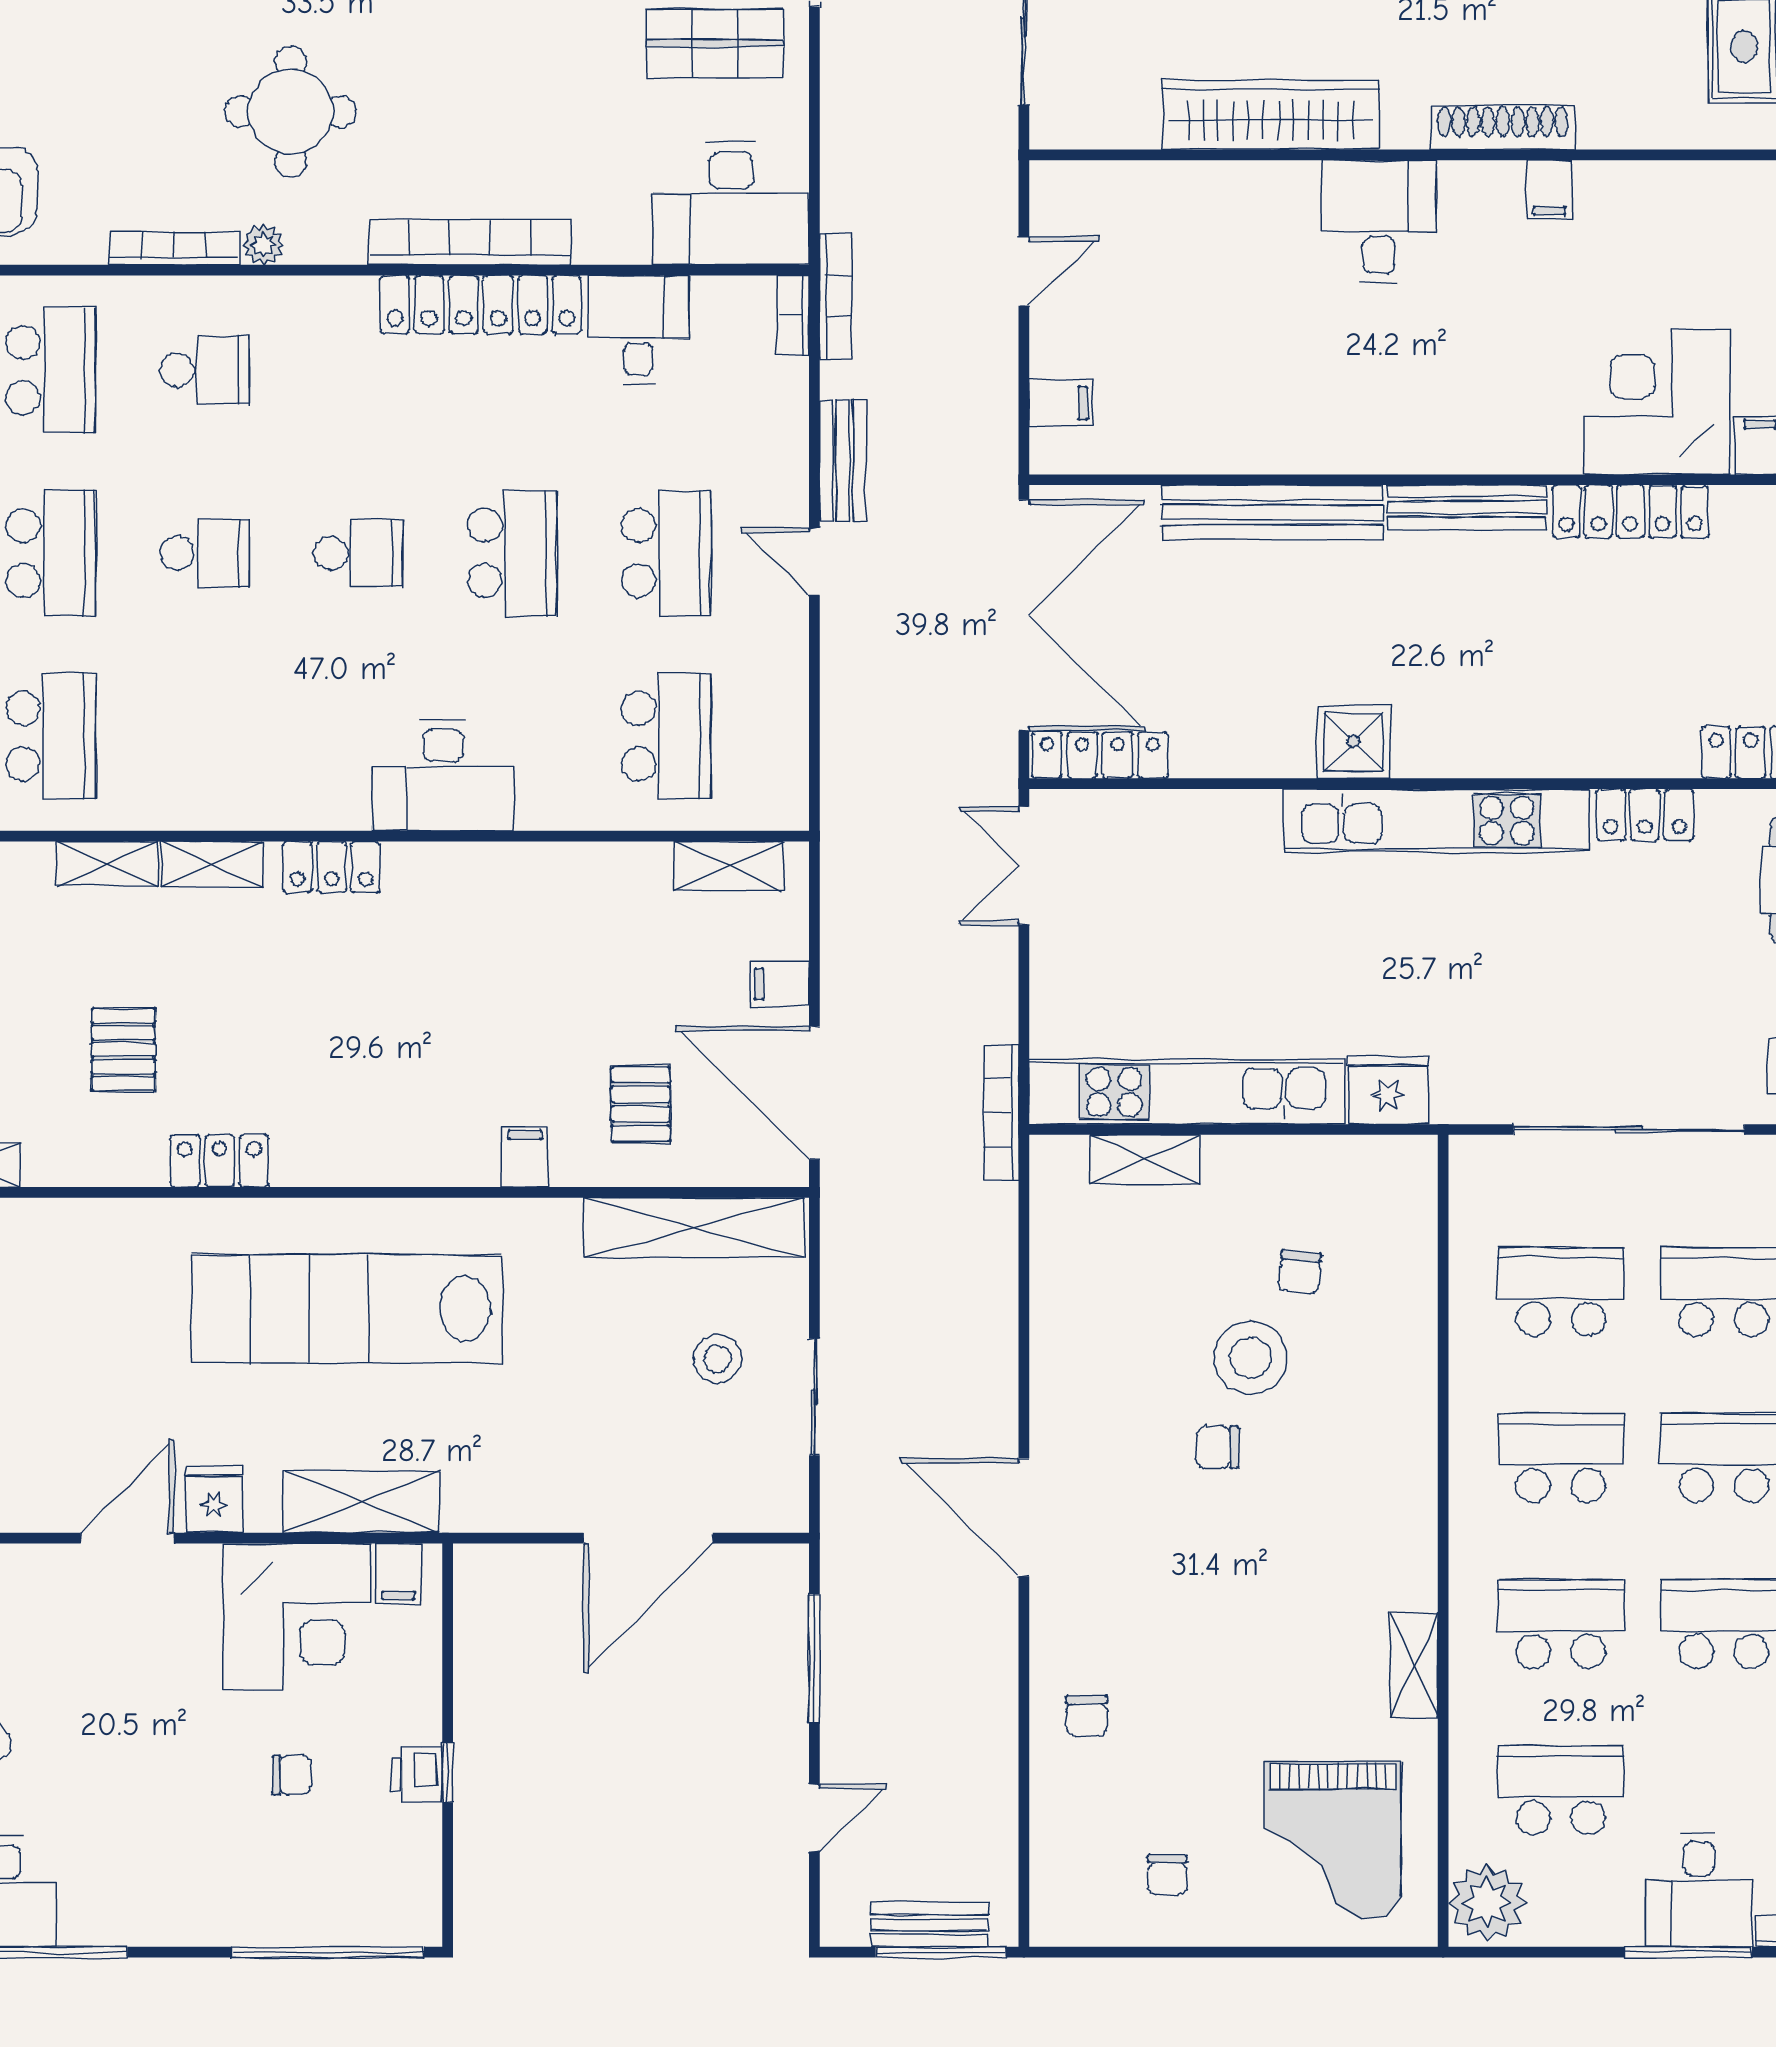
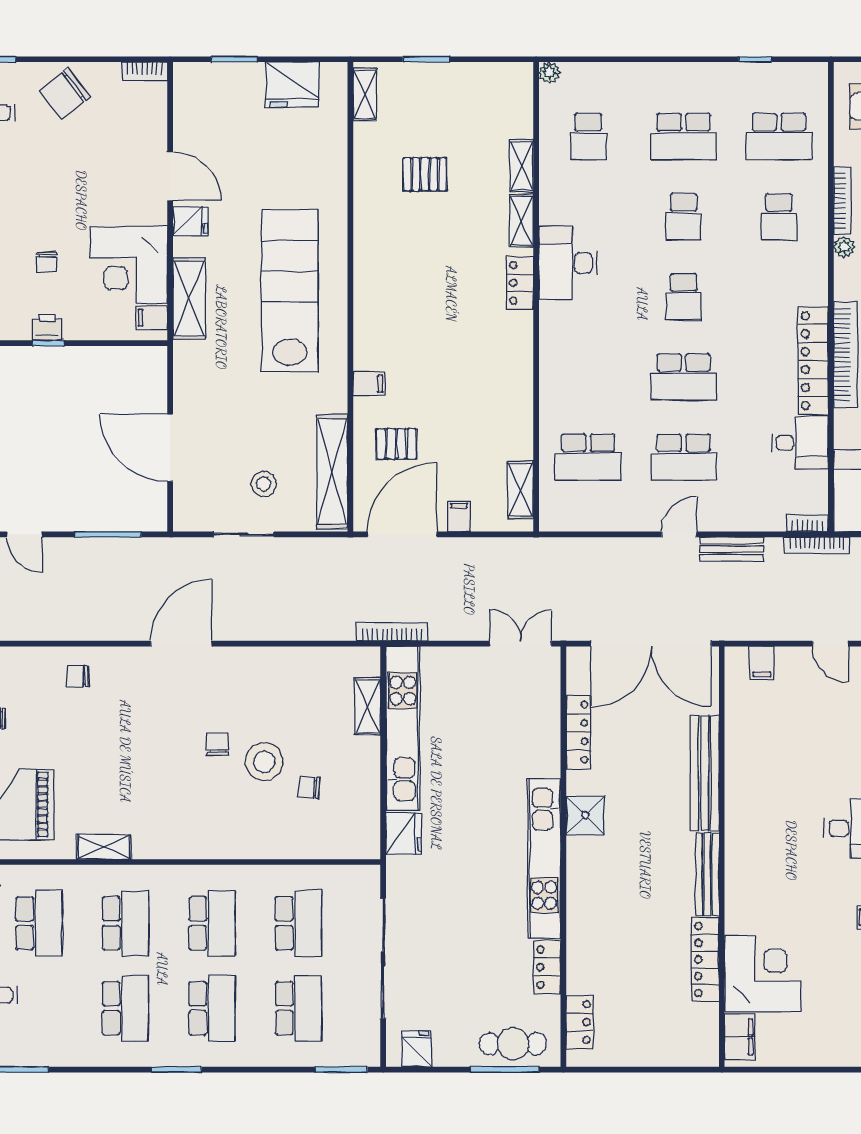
school desk: (51, 736) -> (588, 136), width x0.54
locker: (1100, 755) -> (578, 732), moved
desk: (443, 775) -> (568, 263), moved
locker: (219, 1161) -> (367, 224), removed

